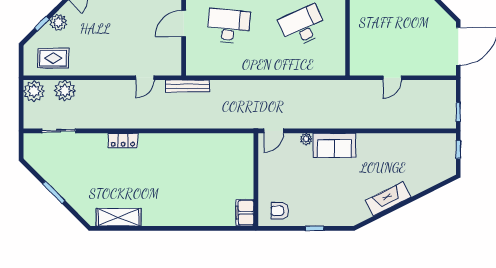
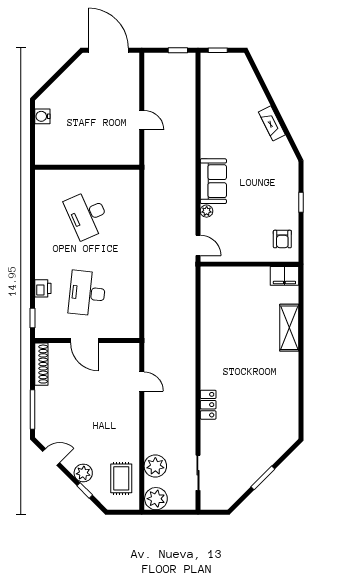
bench: (187, 86) -> (151, 337), removed
fireplace: (388, 199) -> (272, 123), width x0.73, depth x0.76
shelving: (118, 217) -> (289, 328), moved

